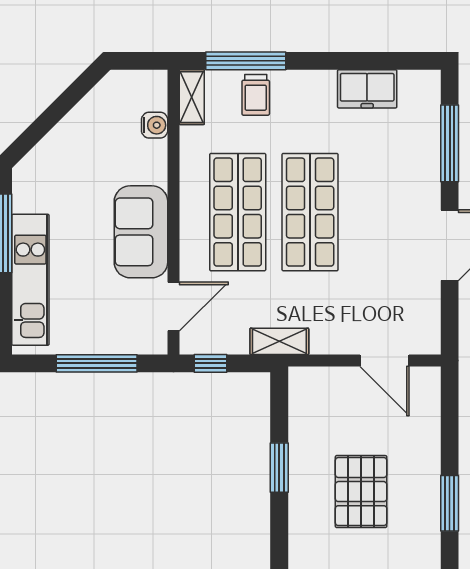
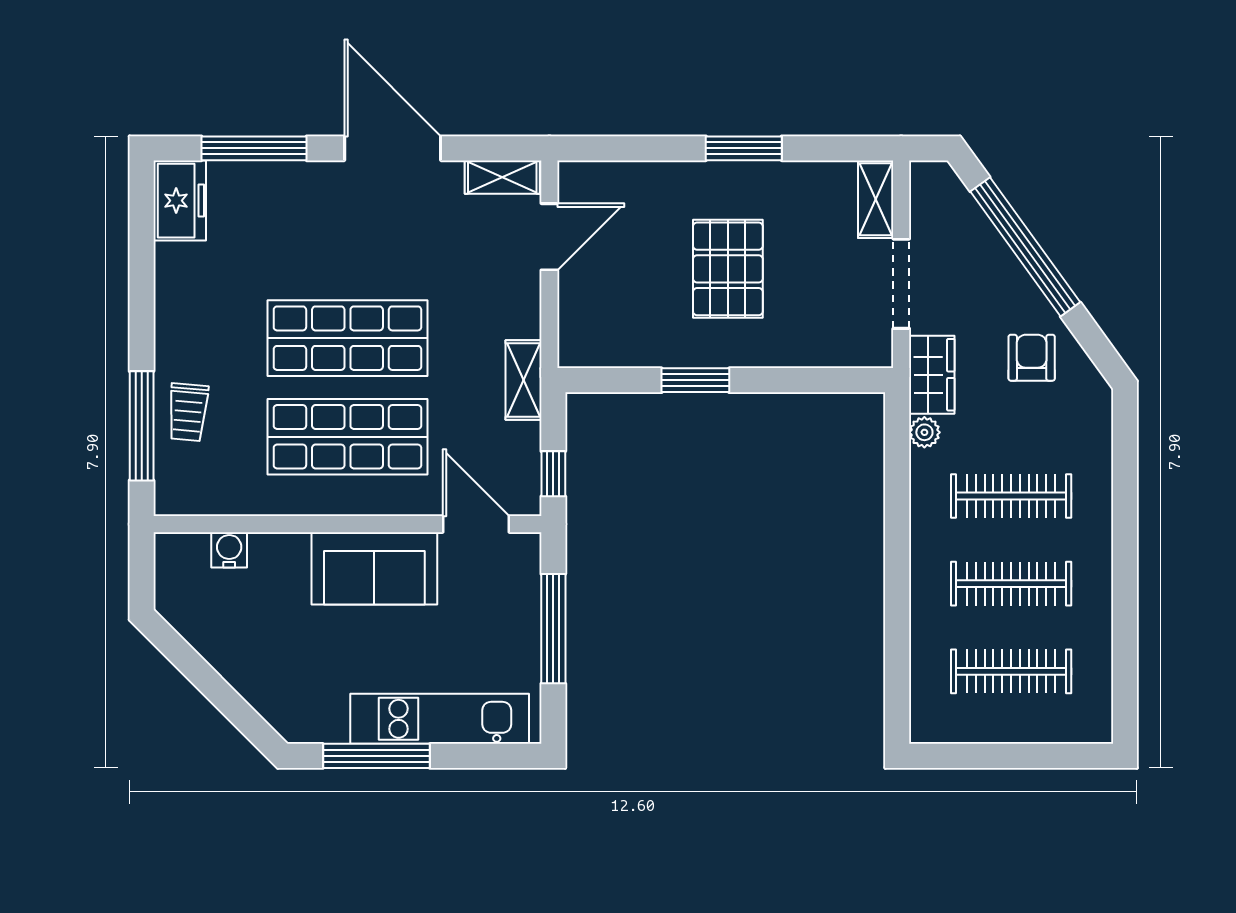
freezer: (367, 89) -> (180, 201), moved
trolley: (256, 95) -> (188, 412), turned 95
shelving: (192, 97) -> (502, 177), moved
pallet: (361, 492) -> (728, 269), turned 90

